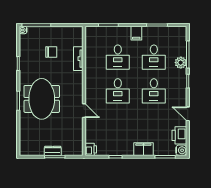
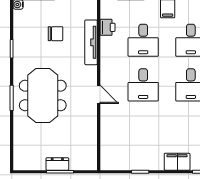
tv unit: (78, 59) -> (91, 42), width x1.41
door: (84, 111) -> (99, 94), moved
printer: (91, 149) -> (107, 27), moved

